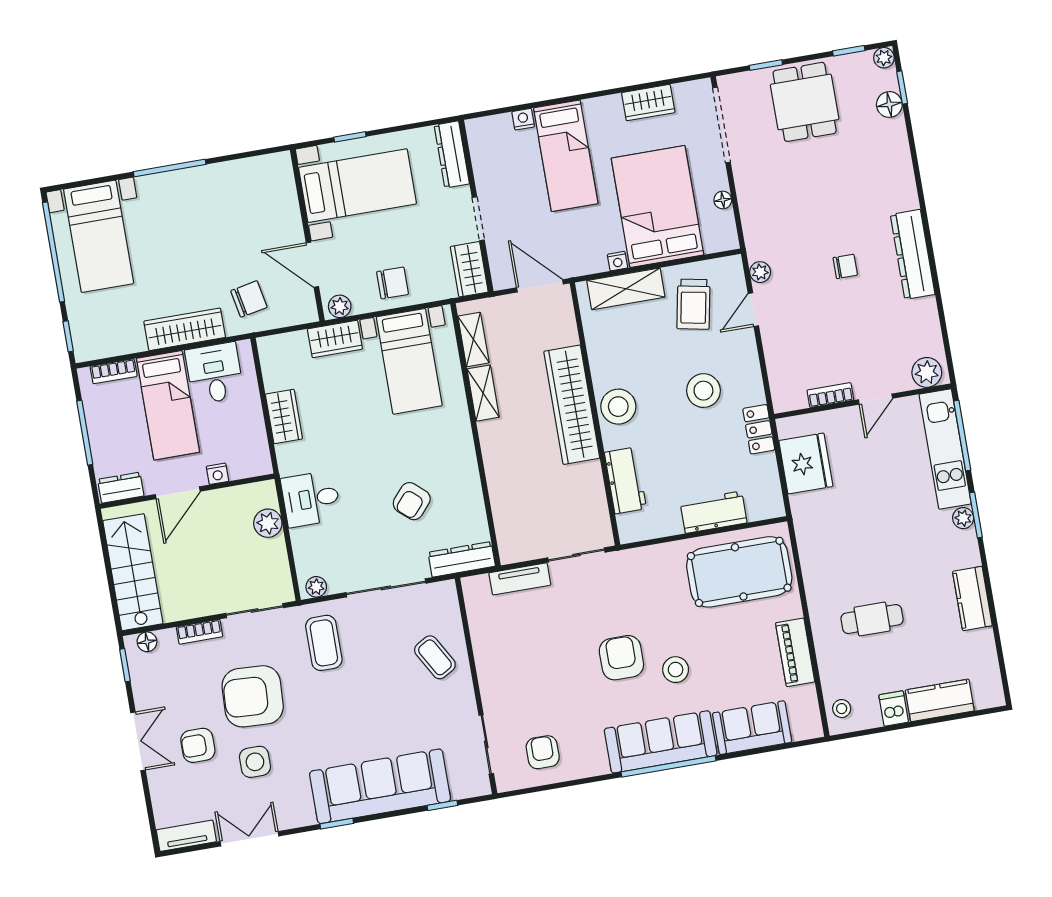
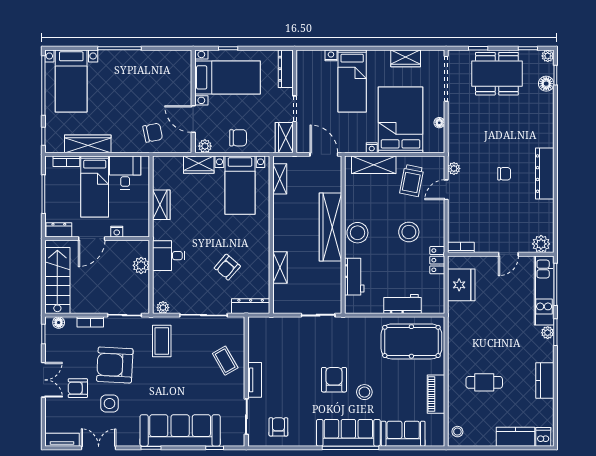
dining table: (805, 102) -> (497, 74), width x1.38
wardrobe: (185, 329) -> (88, 144), moved
shelving: (483, 393) -> (280, 268), moved
bookcase: (830, 395) -> (461, 247), moved
tv unit: (520, 579) -> (255, 380), moved, turned -90
dishwasher: (894, 709) -> (543, 437), moved

